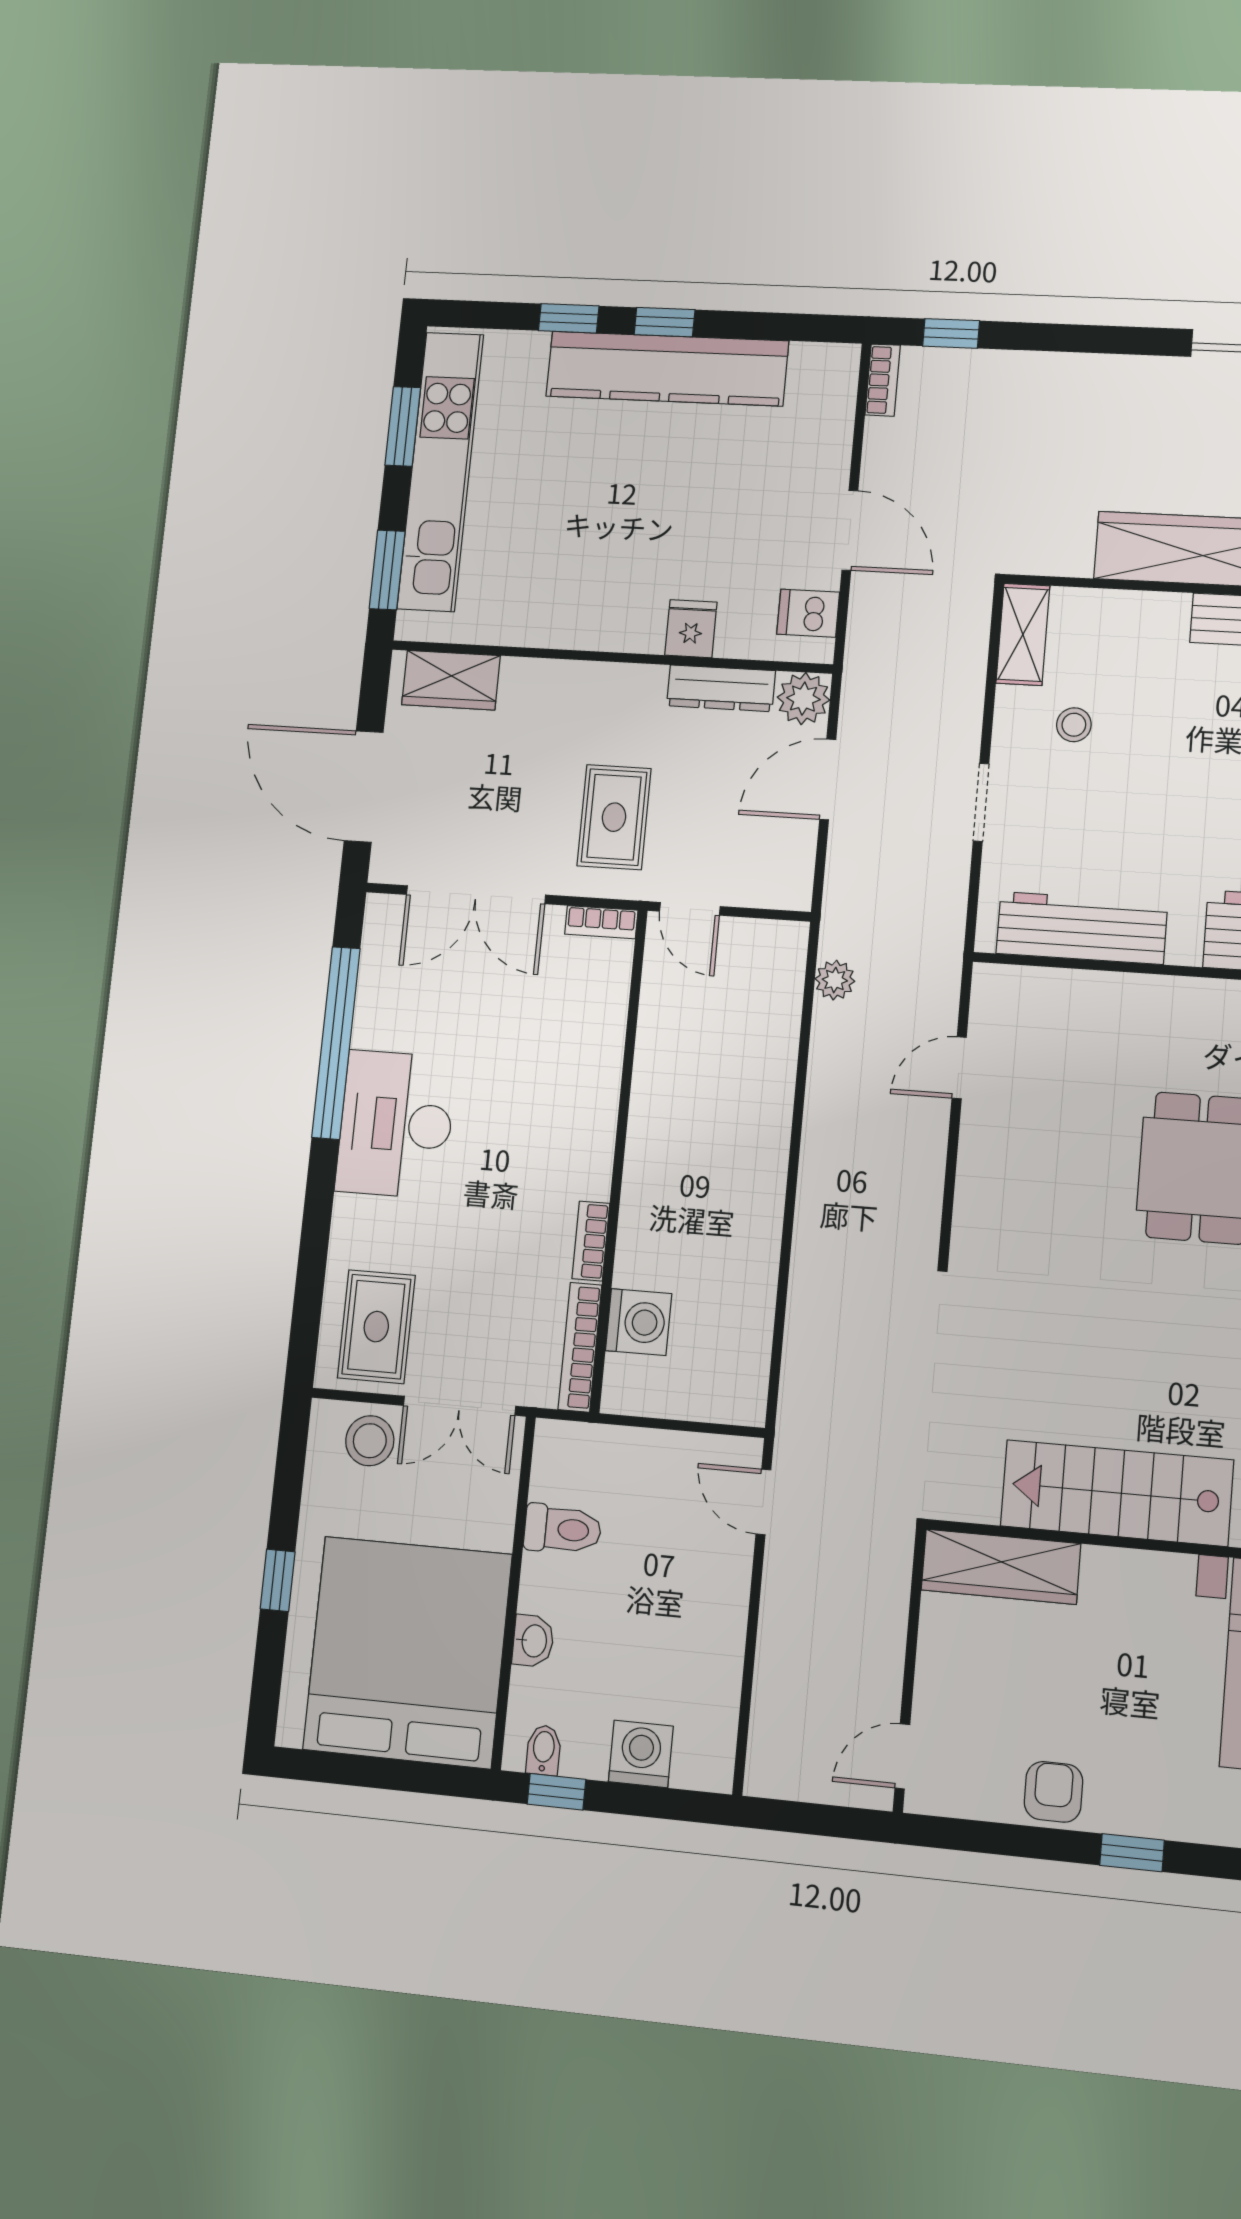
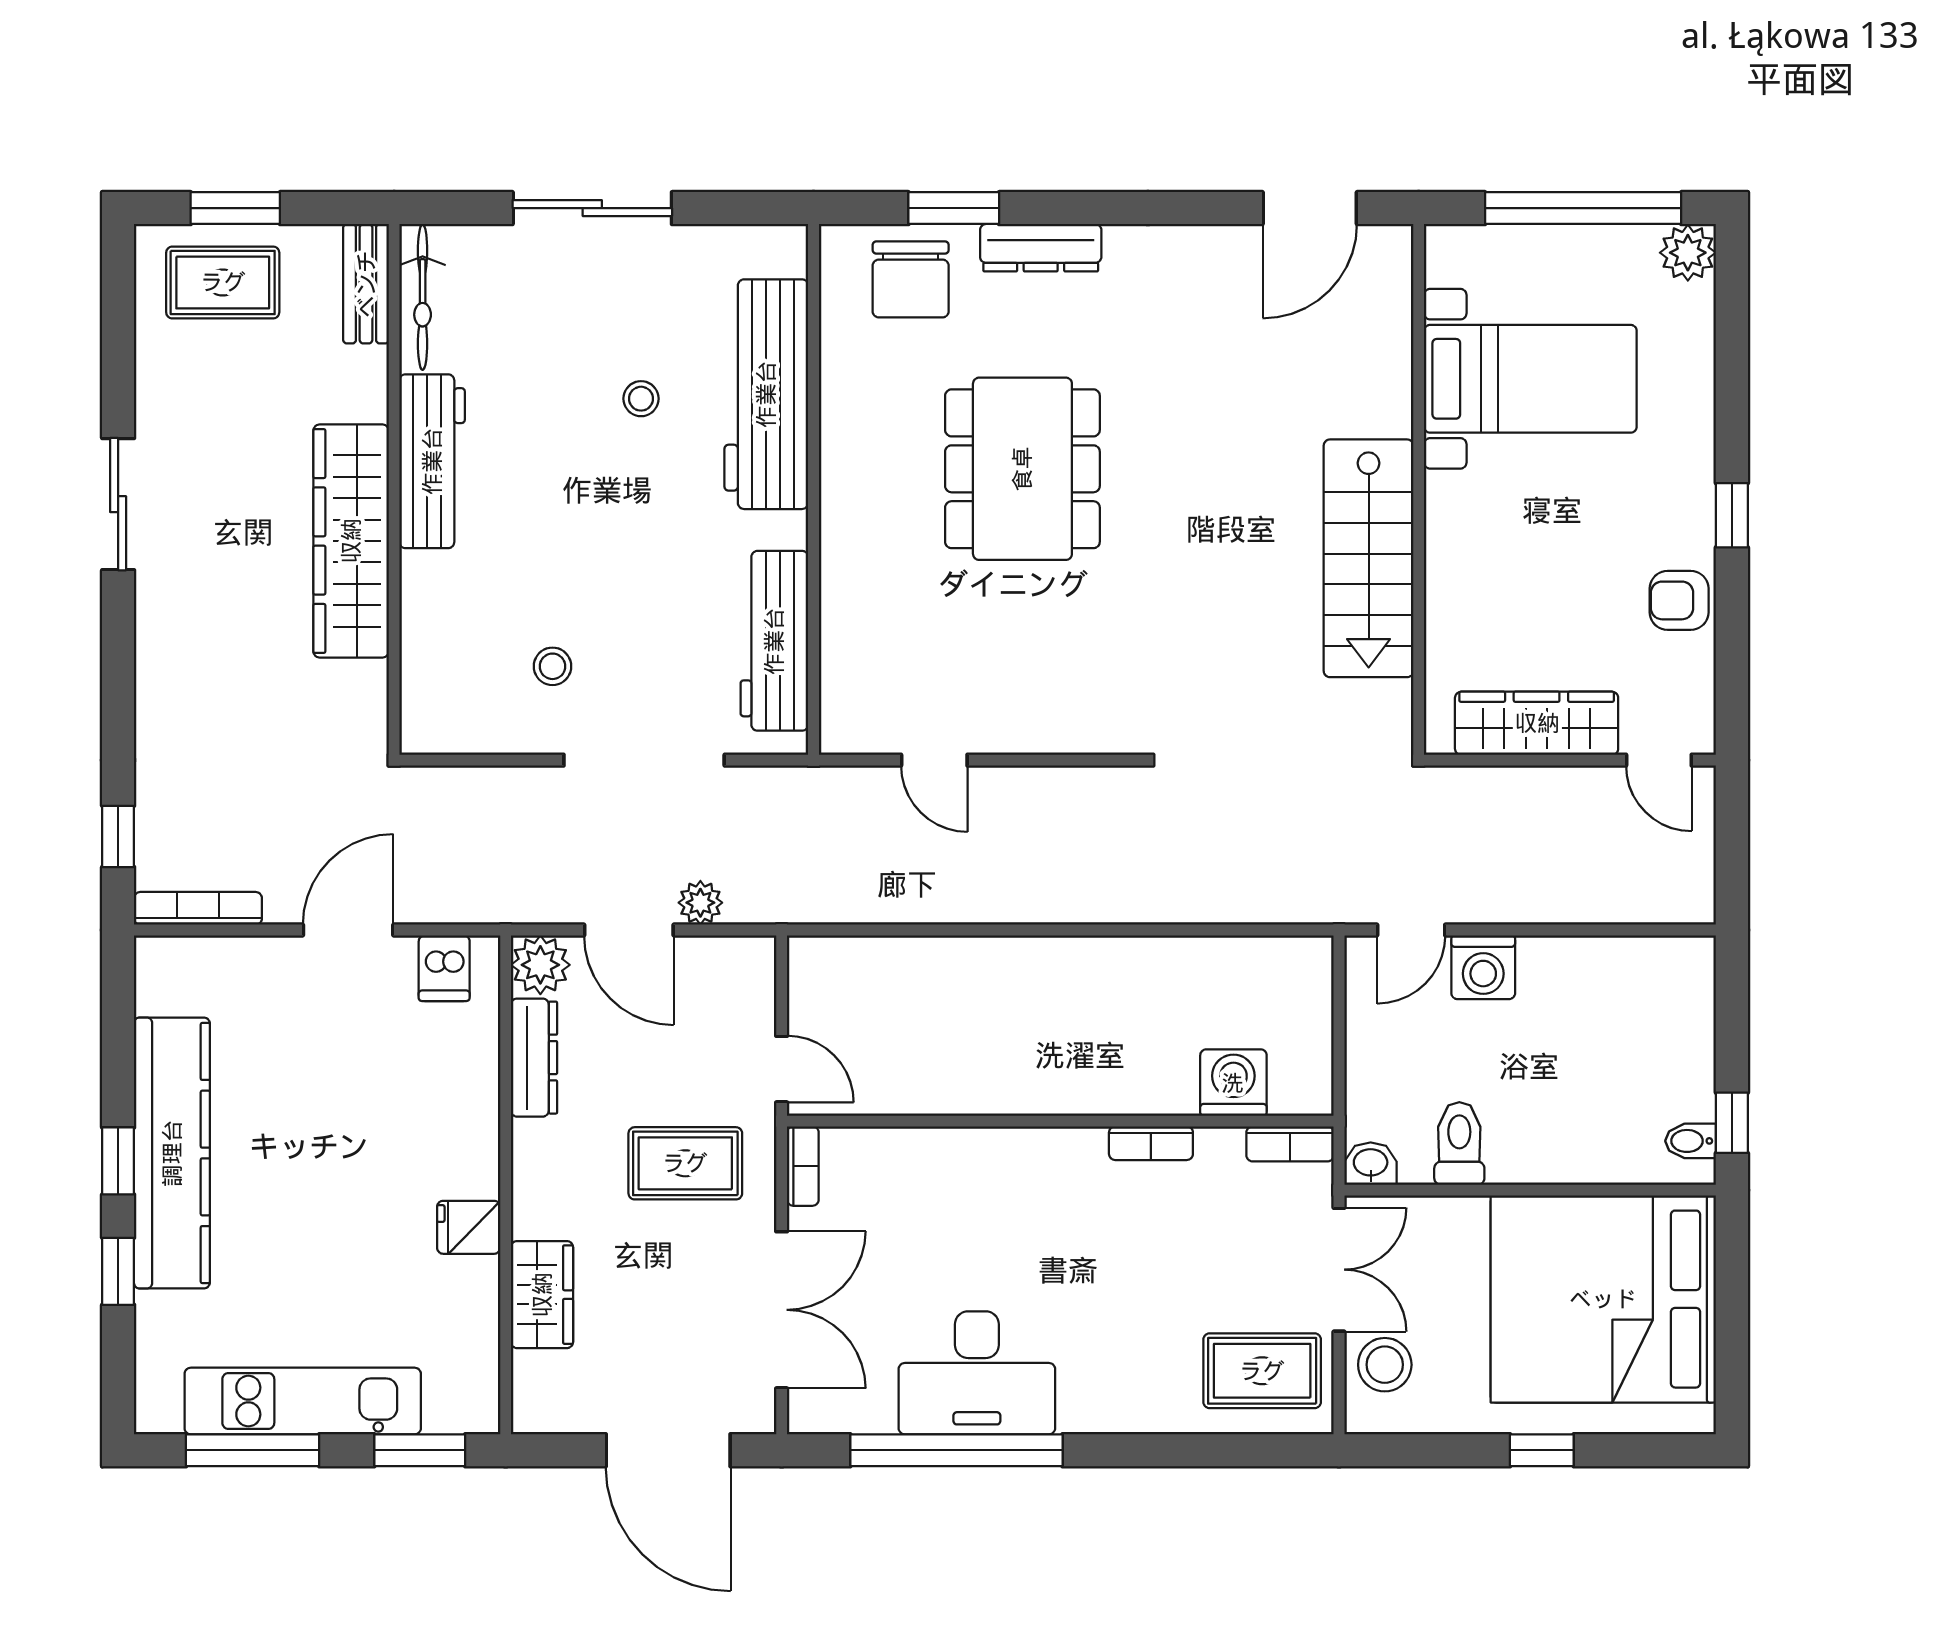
bookcase: (883, 380) -> (198, 908), width x1.56
window: (403, 426) -> (253, 1450), width x1.44
kitchen unit: (440, 471) -> (303, 1401), width x0.73
fridge: (691, 629) -> (469, 1227), moved
shelving: (1023, 634) -> (455, 730), removed
wardrobe: (451, 680) -> (542, 1295), moved
door: (364, 786) -> (668, 1450), hinge flipped
doorway: (981, 802) -> (644, 760), width x1.87
door: (690, 909) -> (782, 1069), hinge flipped
plant: (835, 980) -> (700, 903), moved
desk: (396, 1124) -> (977, 1373), moved
bookcase: (580, 1347) -> (1290, 1144), width x0.64
wardrobe: (1001, 1567) -> (1537, 723), moved, turned -90
washbasin: (533, 1641) -> (1371, 1164), moved
washing machine: (641, 1754) -> (1483, 967), moved, turned -90

